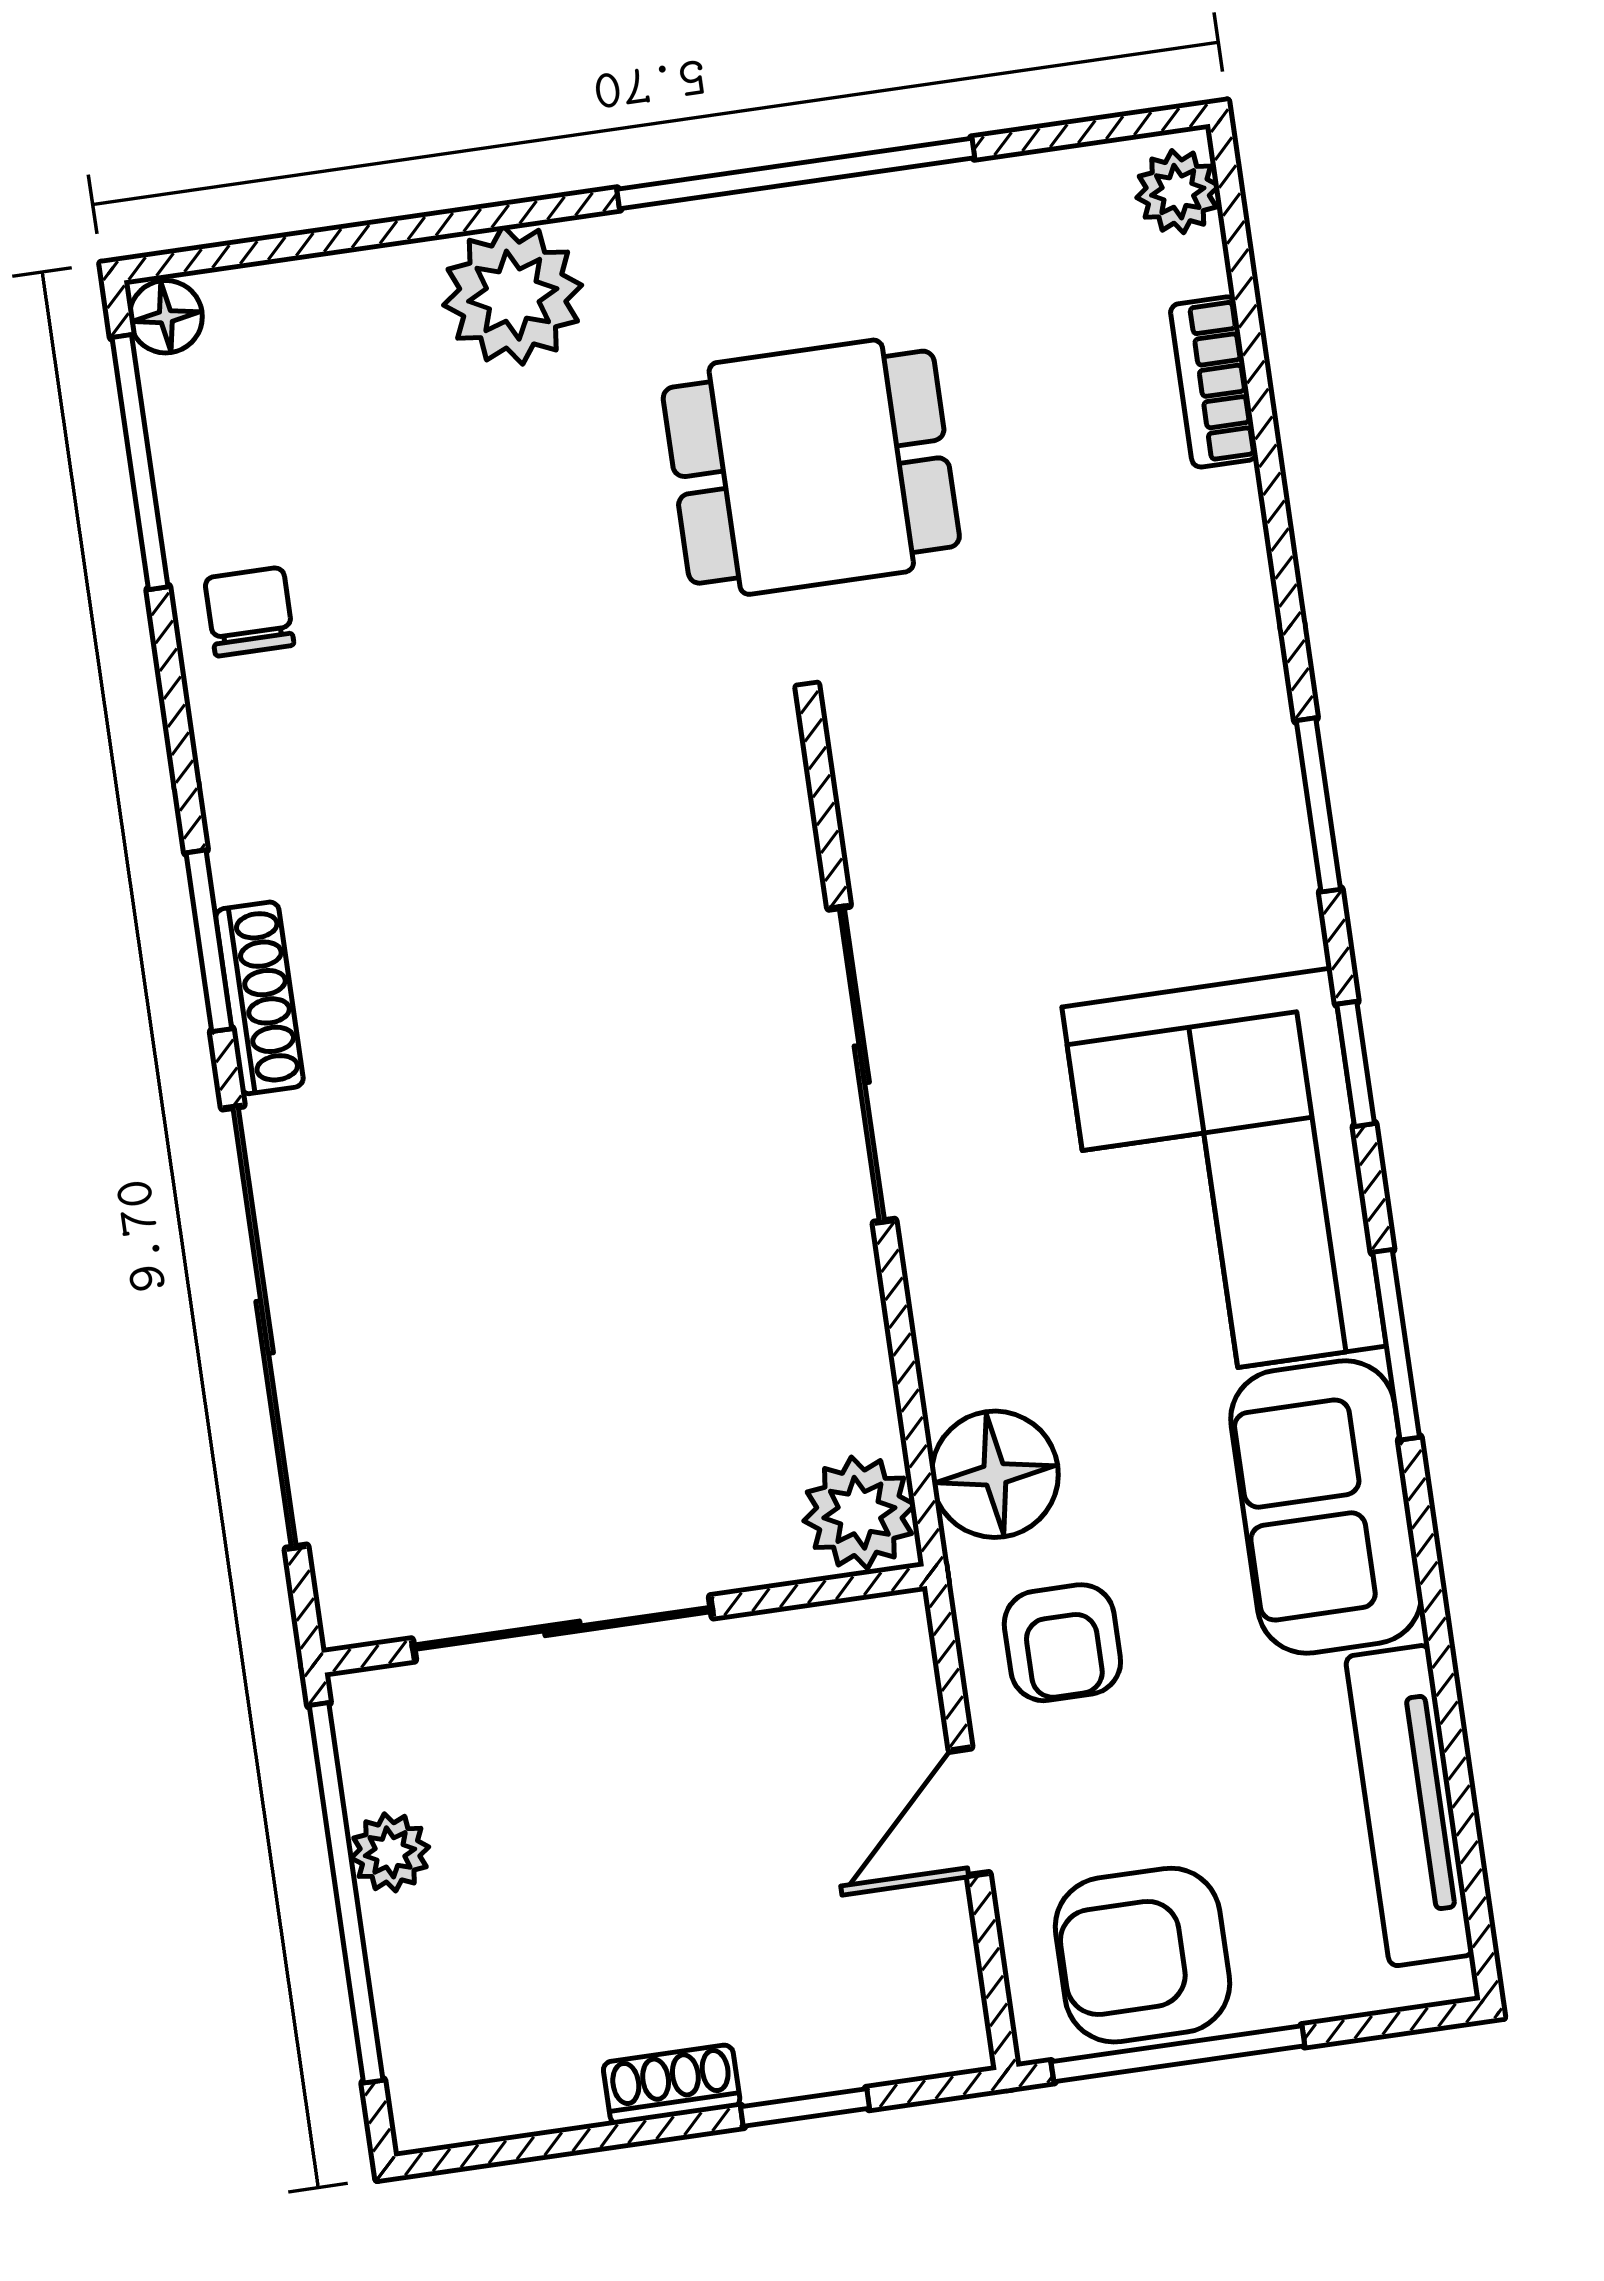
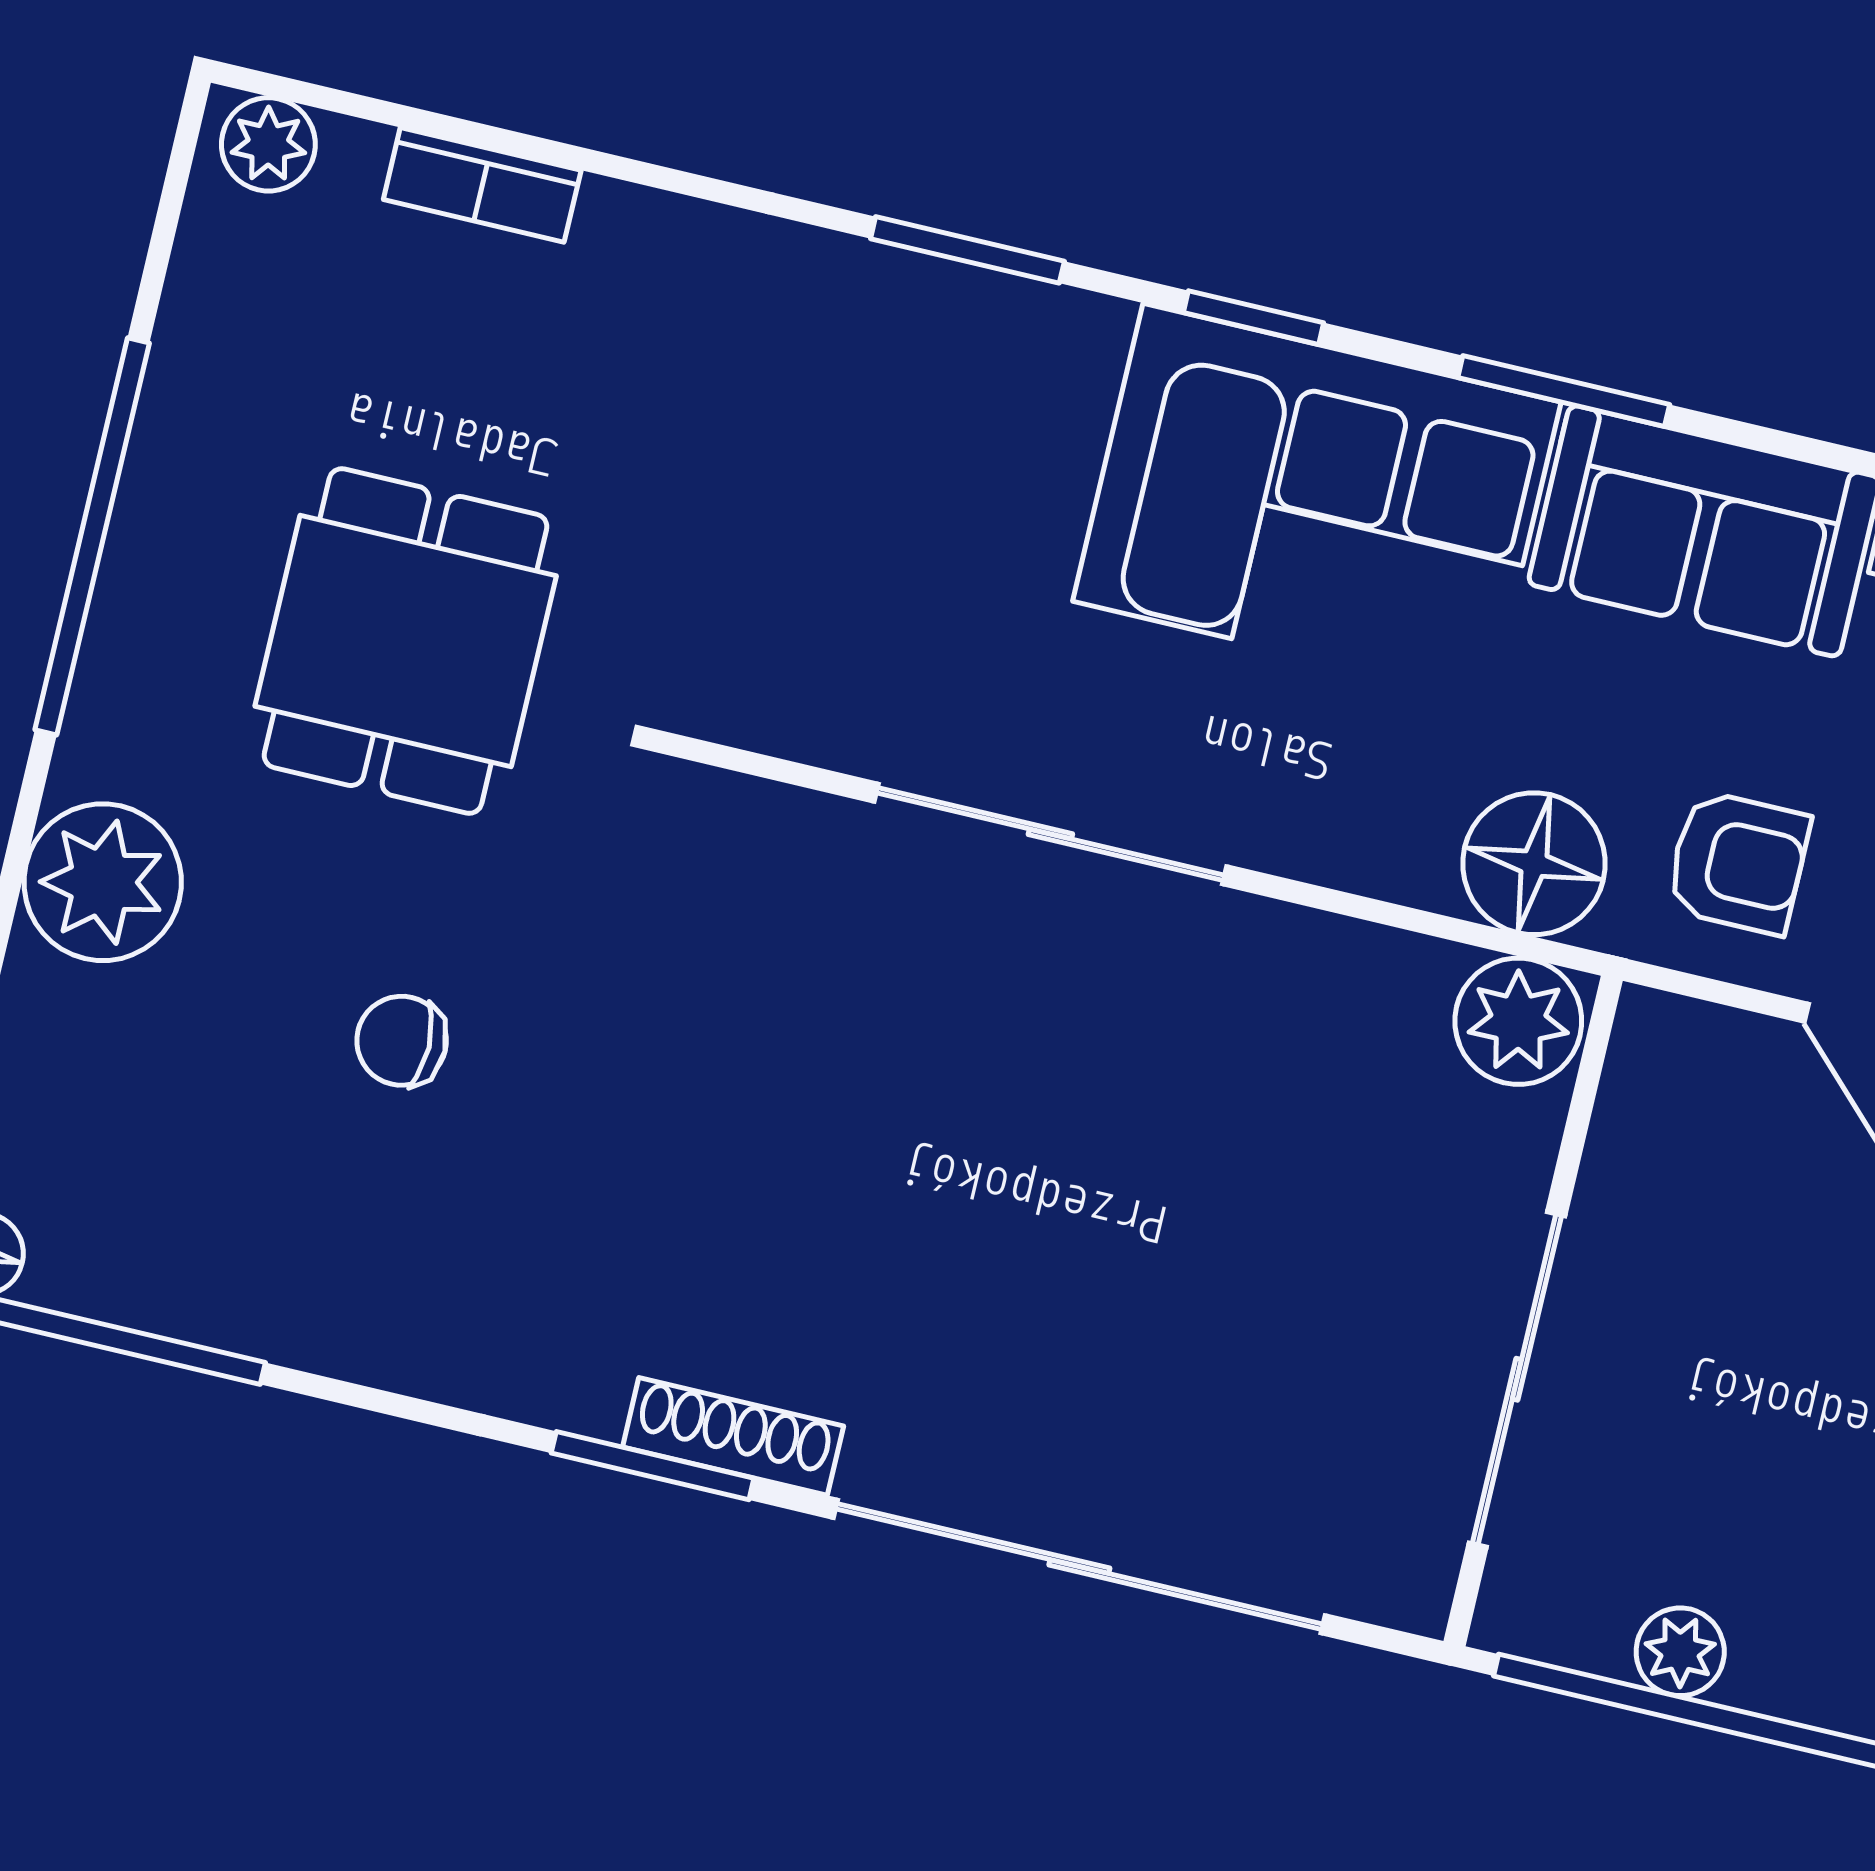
chair: (249, 612) -> (402, 1041), moved

